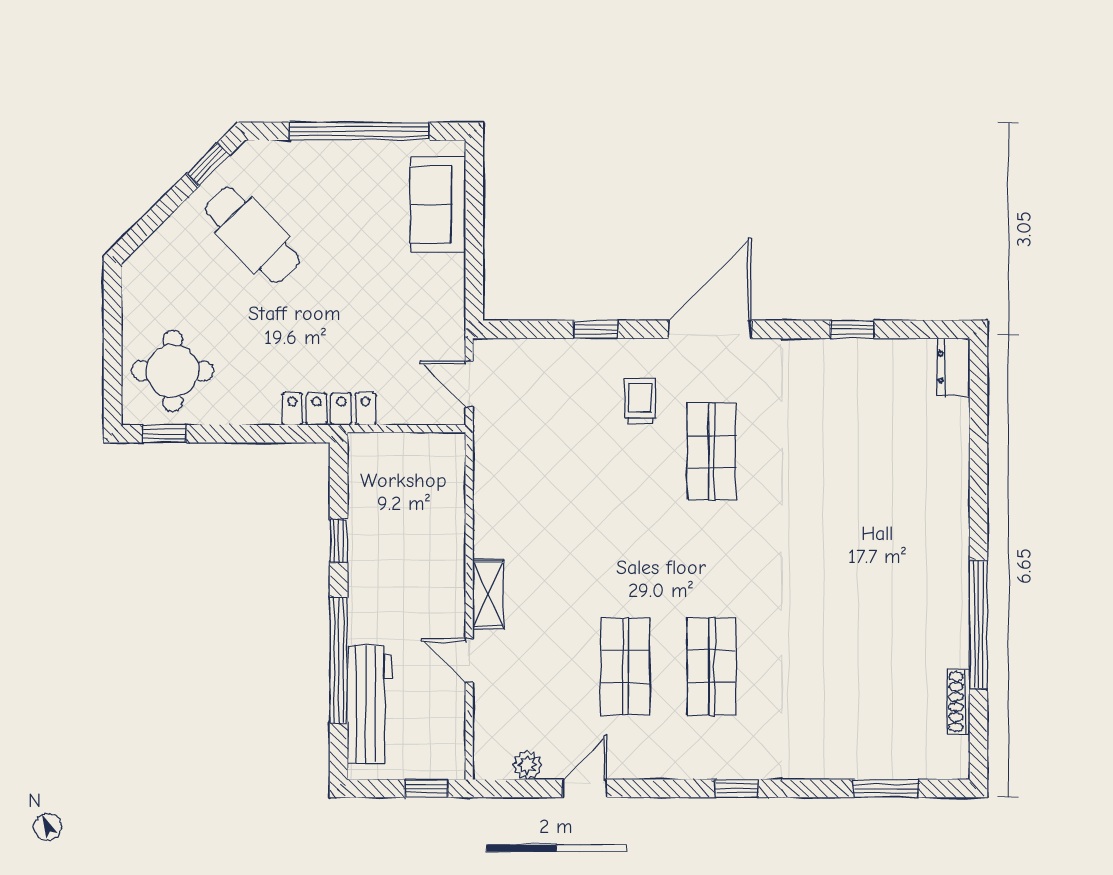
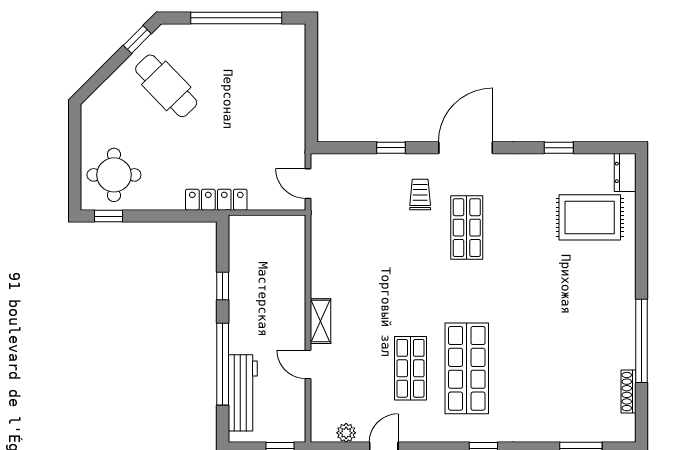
sofa: (438, 204) -> (288, 66), removed
rug: (899, 436) -> (590, 217), added
shop shelf: (712, 666) -> (467, 368), width x1.43, depth x1.36

